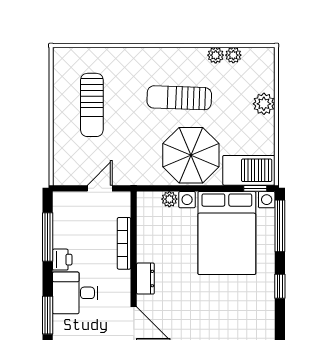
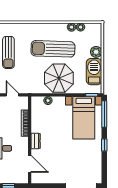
sun lounger: (179, 98) -> (53, 49), width x1.36, depth x1.34
barbecue: (249, 170) -> (94, 72), moved, turned -90
door: (100, 188) -> (12, 95), hinge flipped
bed with nightstands: (227, 233) -> (84, 118), width x0.73

